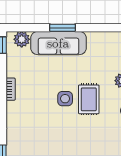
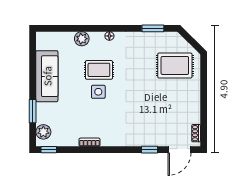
window: (63, 28) -> (33, 111), moved
sofa: (58, 43) -> (47, 76), moved

